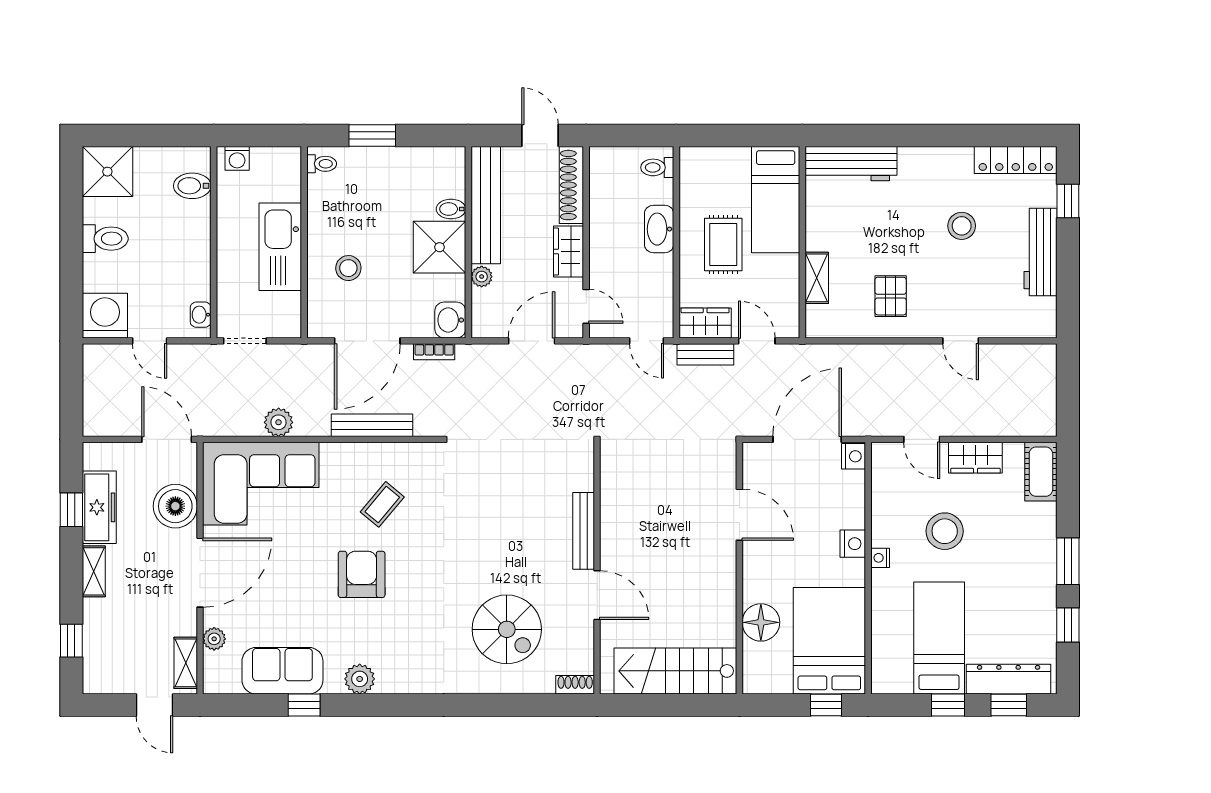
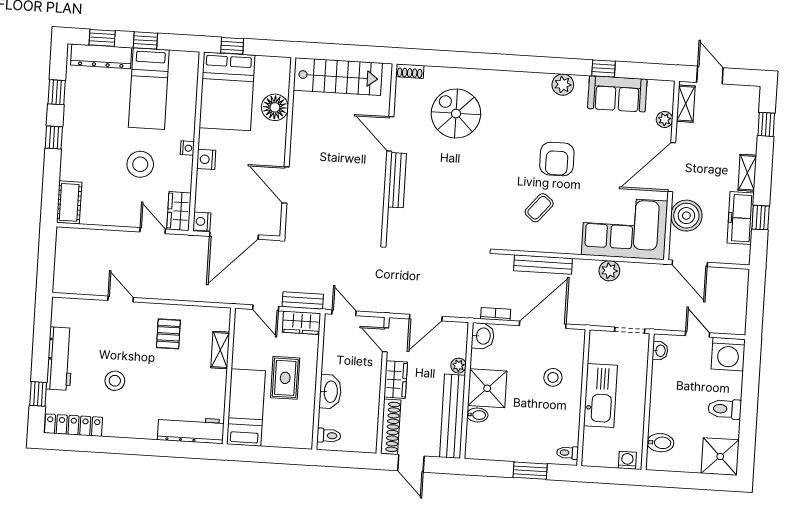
wardrobe: (975, 458) -> (179, 211), moved, turned -90
window: (1068, 561) -> (54, 138), width x0.67

